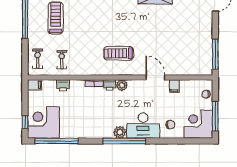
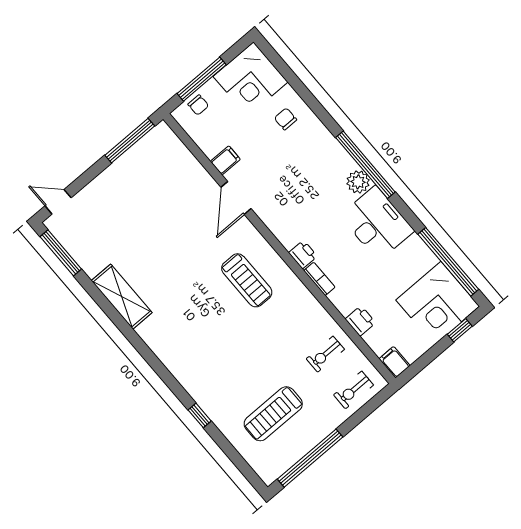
plant: (122, 85) -> (288, 237), removed
window: (215, 116) -> (202, 79), moved
desk: (143, 126) -> (377, 223), moved

